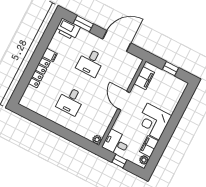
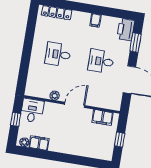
locker: (39, 73) -> (57, 13), moved
corner desk: (153, 122) -> (64, 139), removed
plant: (97, 140) -> (55, 96), moved

